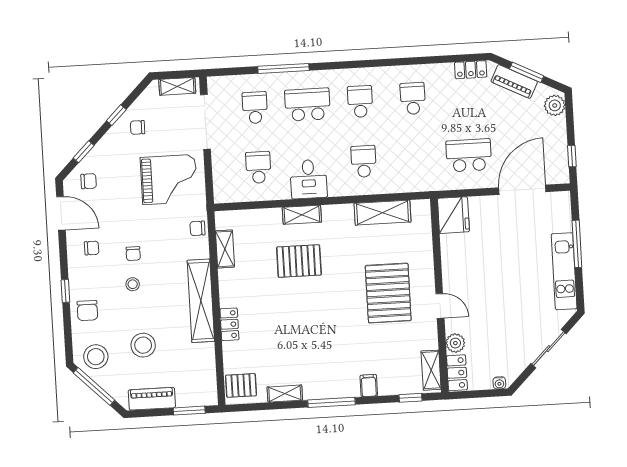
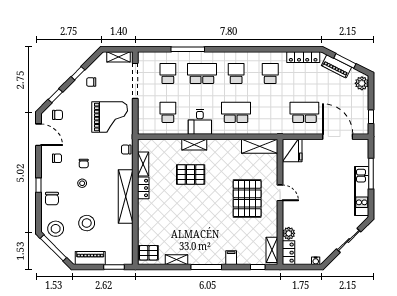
locker: (471, 70) -> (303, 57), width x1.53
school desk: (364, 161) -> (236, 112), width x1.85
door: (522, 190) -> (338, 137), hinge flipped
shelving: (383, 213) -> (260, 146), moved
door: (440, 306) -> (280, 193), moved
locker: (229, 324) -> (143, 188), moved

